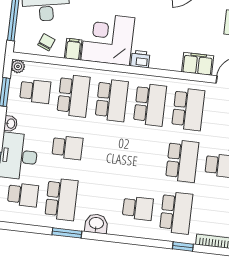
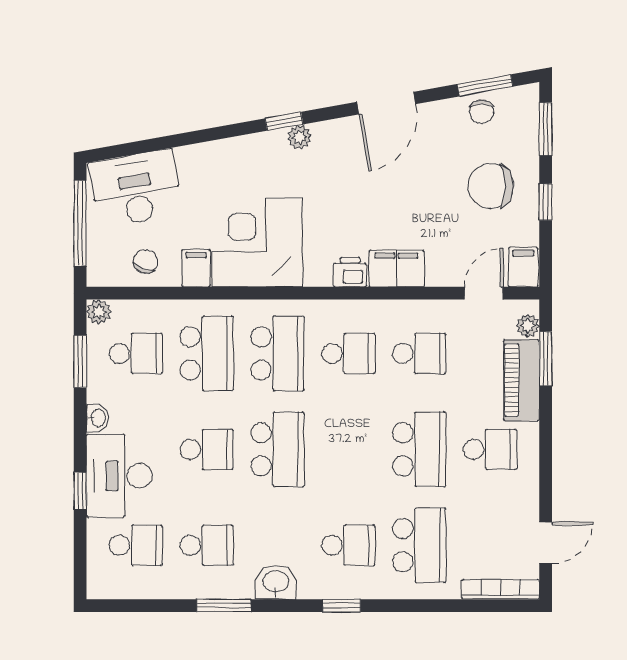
printer: (140, 59) -> (350, 272), moved
filing cabinet: (198, 64) -> (397, 269), moved
school desk: (150, 105) -> (348, 353), width x0.54
school desk: (188, 109) -> (419, 353), width x0.54
school desk: (106, 152) -> (277, 449), added
school desk: (61, 199) -> (207, 545), width x0.54
window: (183, 247) -> (342, 606), moved

